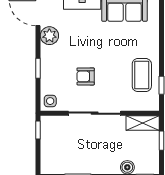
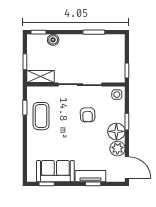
floor lamp: (51, 56) -> (116, 131), added
armchair: (86, 76) -> (88, 115), turned 88

